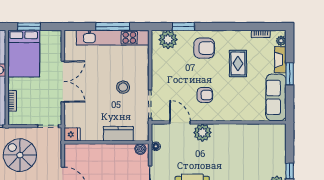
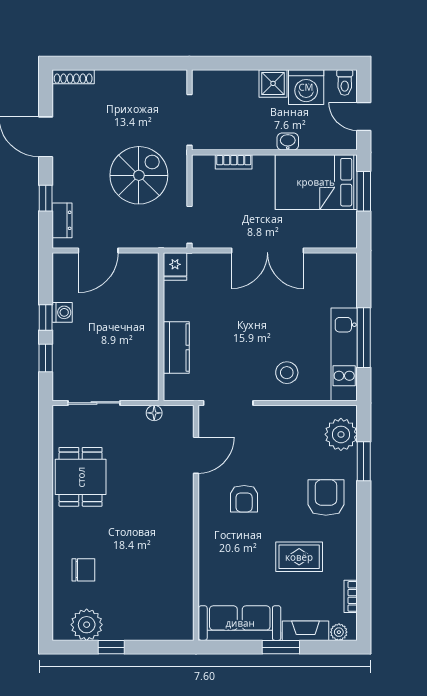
kitchen unit: (113, 38) -> (344, 354), width x0.73
armchair: (204, 48) -> (326, 498), turned 180
stool: (123, 87) -> (287, 373), moved
plant: (202, 133) -> (178, 495), removed
boiler: (140, 149) -> (149, 386), removed

